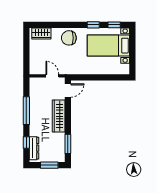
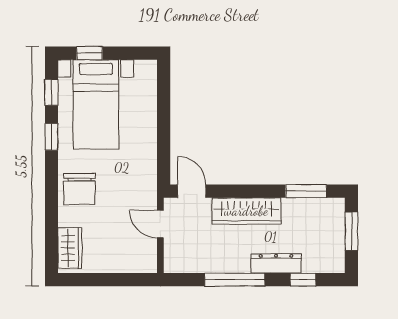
window: (132, 43) -> (90, 53), added
door: (52, 76) -> (160, 224), hinge flipped
dresser: (34, 148) -> (276, 263), moved

